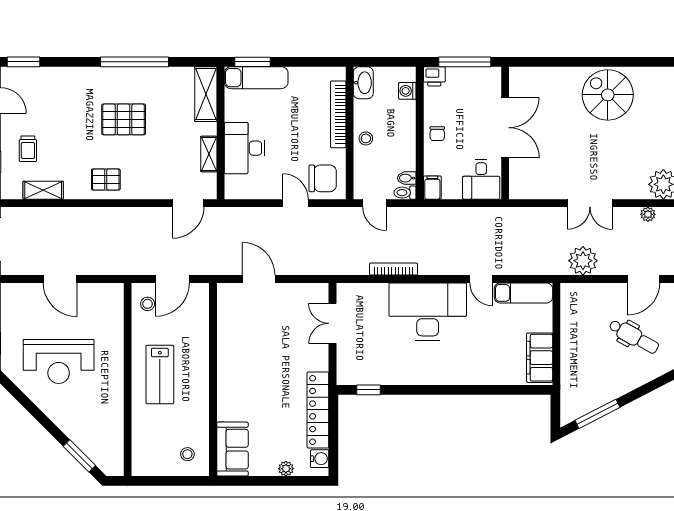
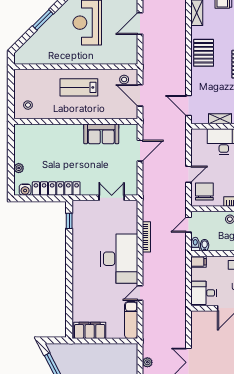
chair: (323, 178) -> (204, 192), turned 180
pallet: (106, 180) -> (204, 53), width x1.50, depth x1.42
plant: (583, 261) -> (147, 362), width x0.53, depth x0.53
sofa: (232, 449) -> (101, 134), moved
window: (79, 456) -> (43, 20), moved

